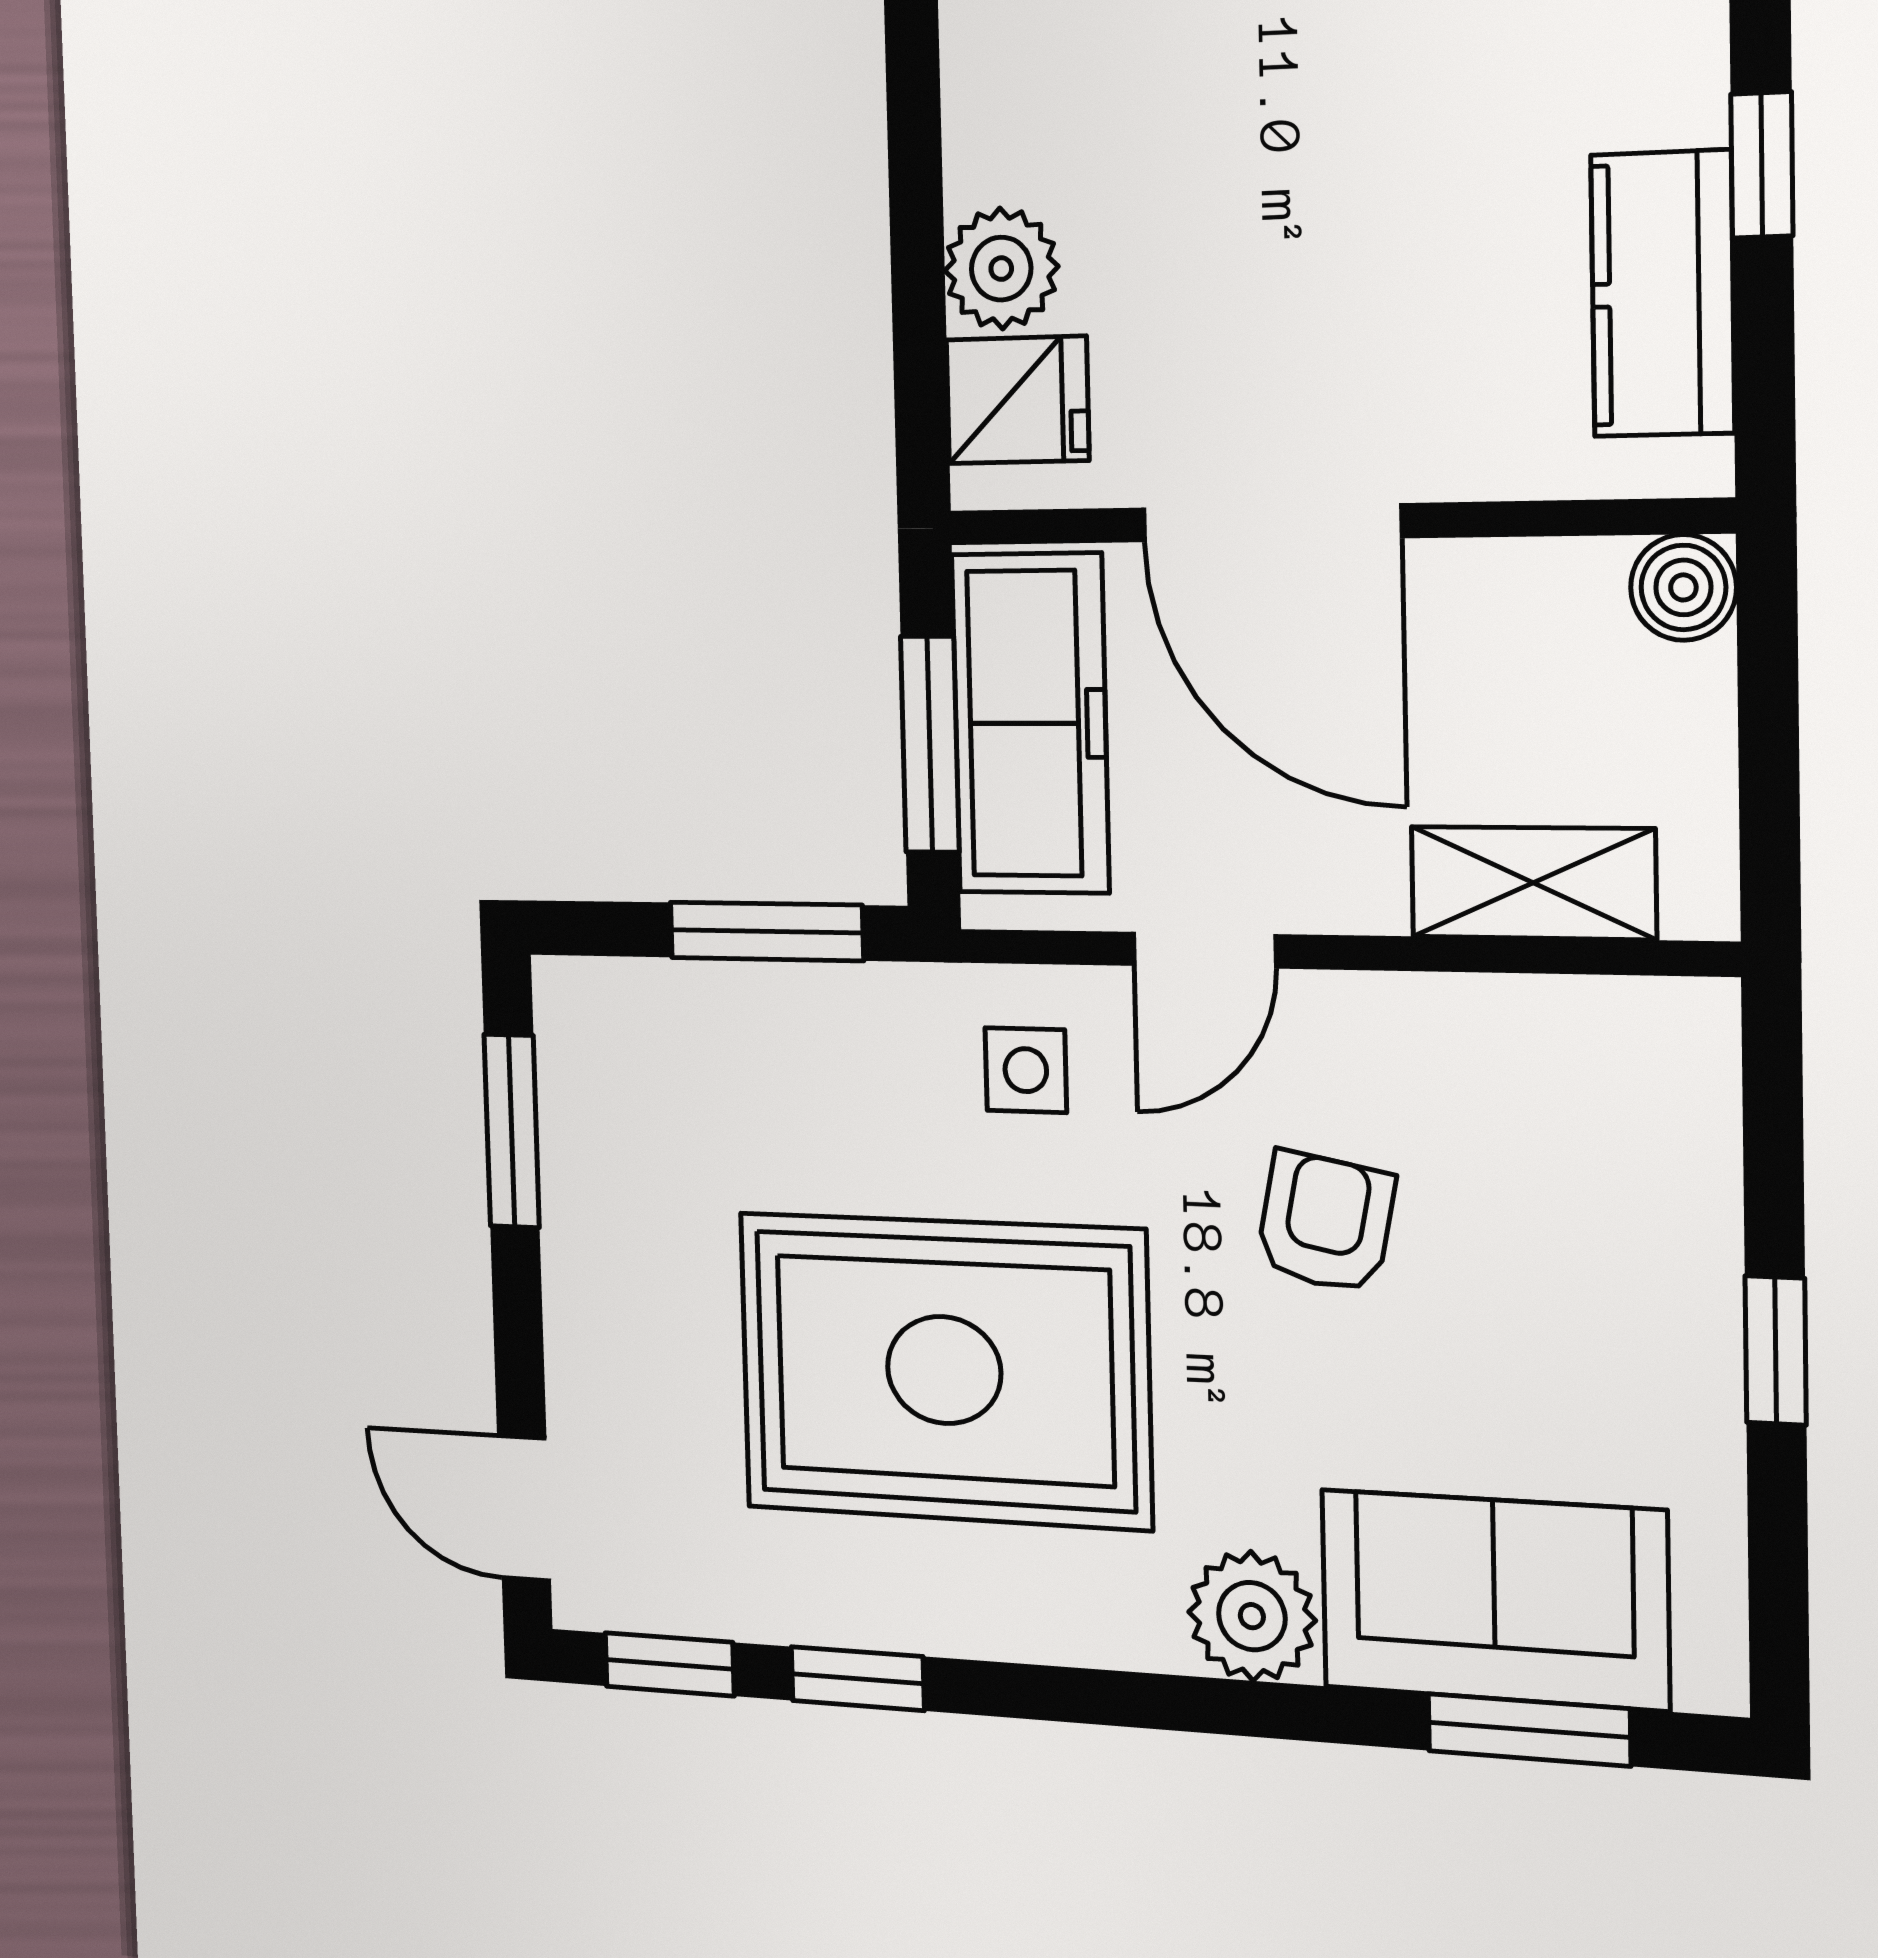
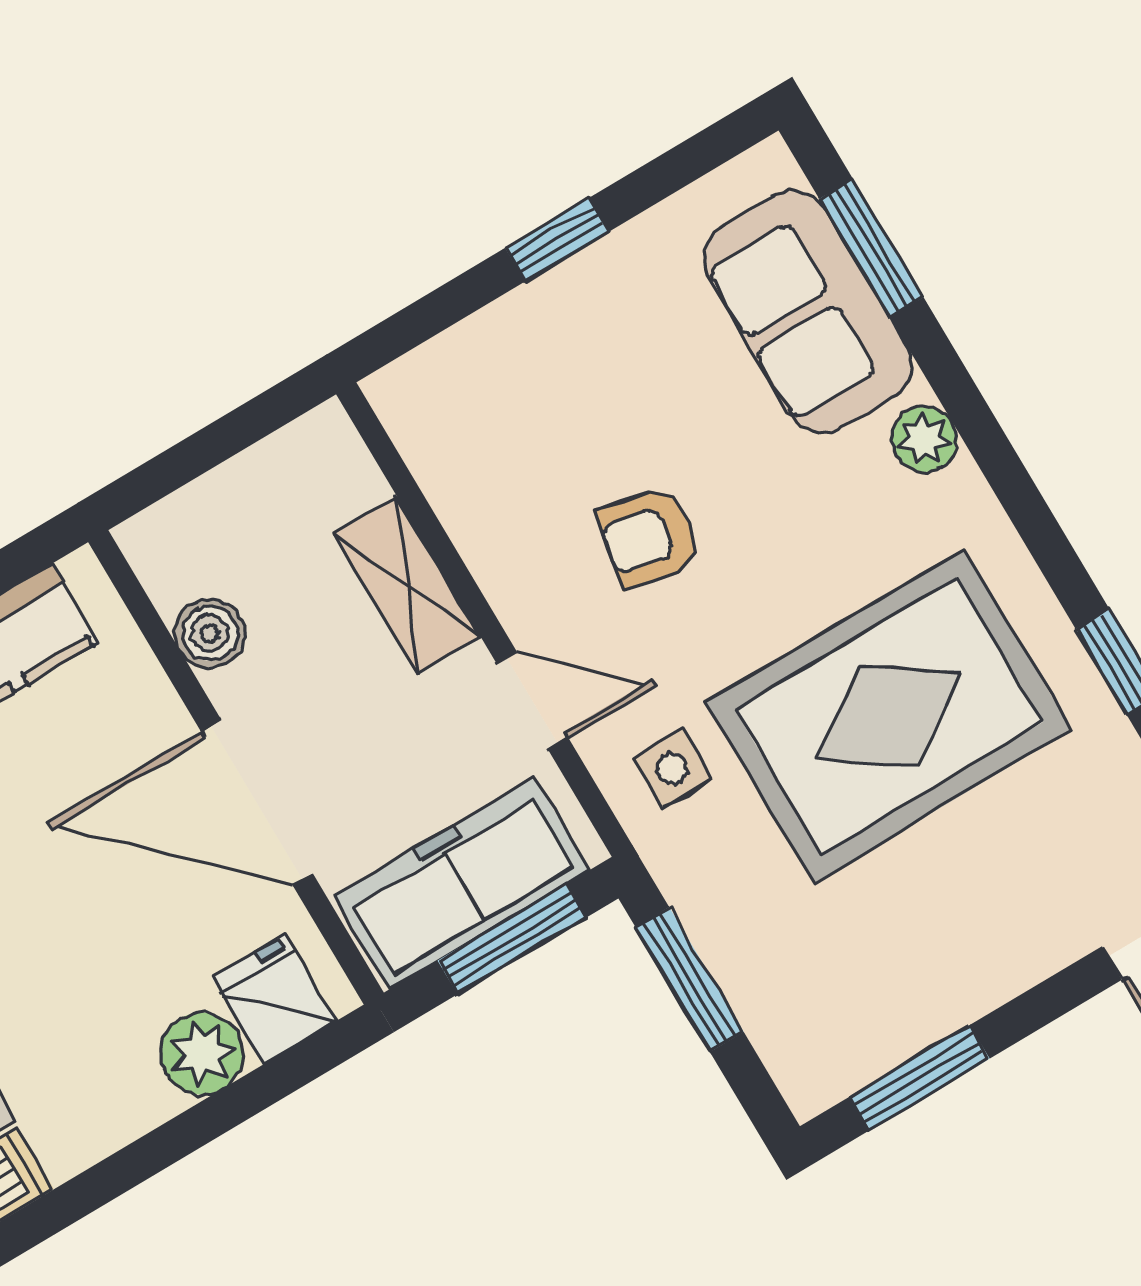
door: (1272, 523) -> (257, 803), swing flipped
boiler: (1683, 587) -> (210, 633), moved
shelving: (1533, 883) -> (407, 585), moved
rug: (944, 1370) -> (889, 716), turned 90
plant: (1252, 1616) -> (924, 439), width x0.73, depth x0.73

